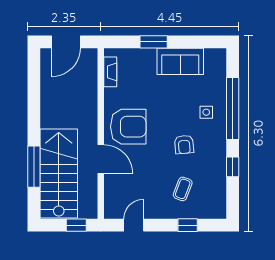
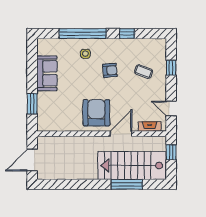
door: (66, 42) -> (32, 160), swing flipped
window: (154, 42) -> (32, 104), moved
fireplace: (110, 72) -> (150, 126), moved

